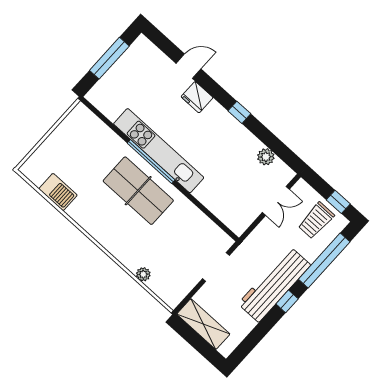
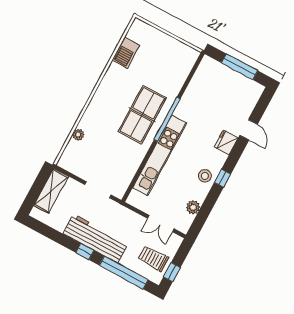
stool: (231, 133) -> (205, 176), added
kitchen unit: (159, 151) -> (160, 155), moved

